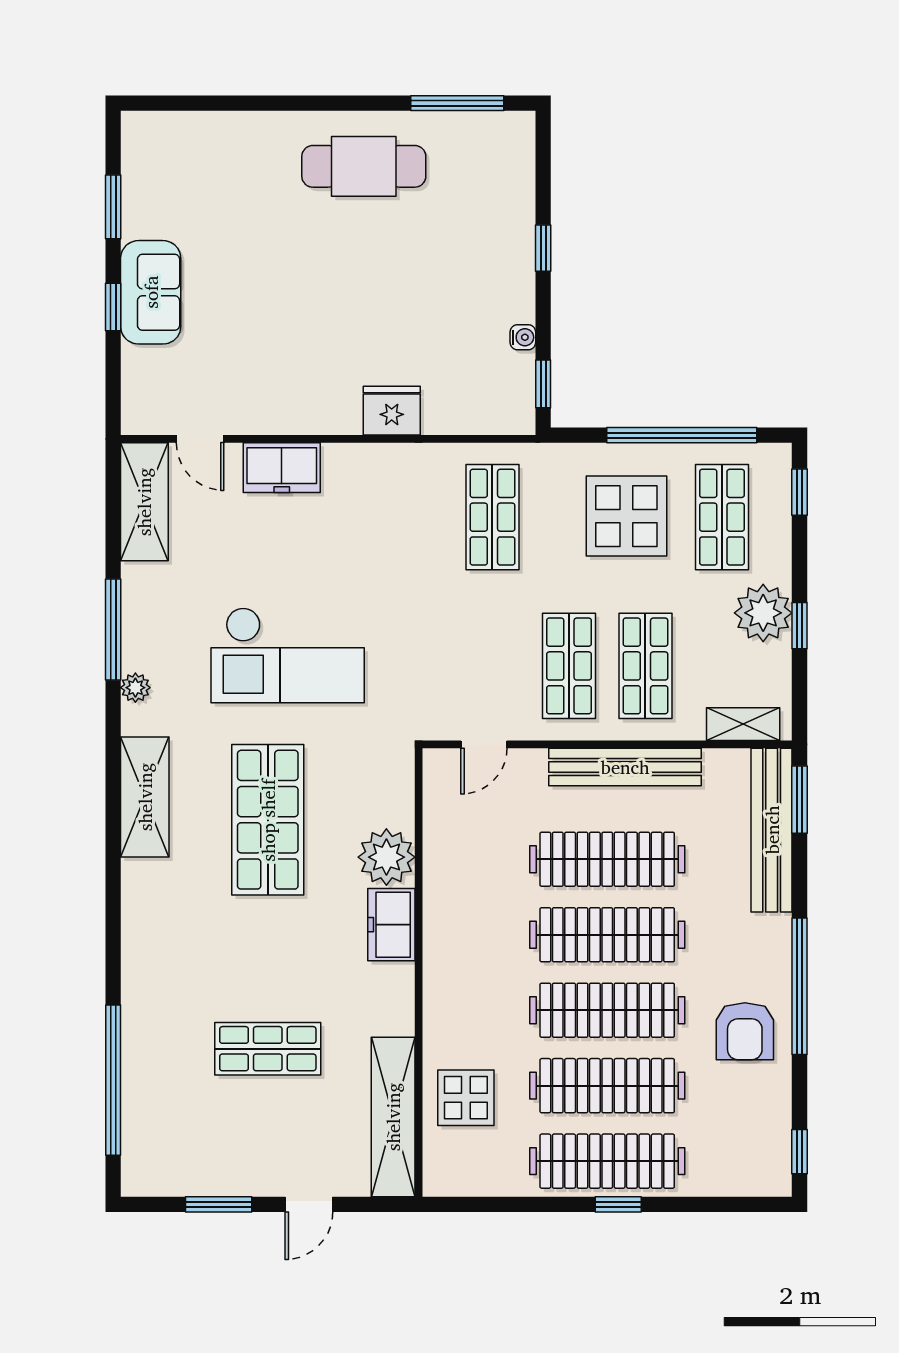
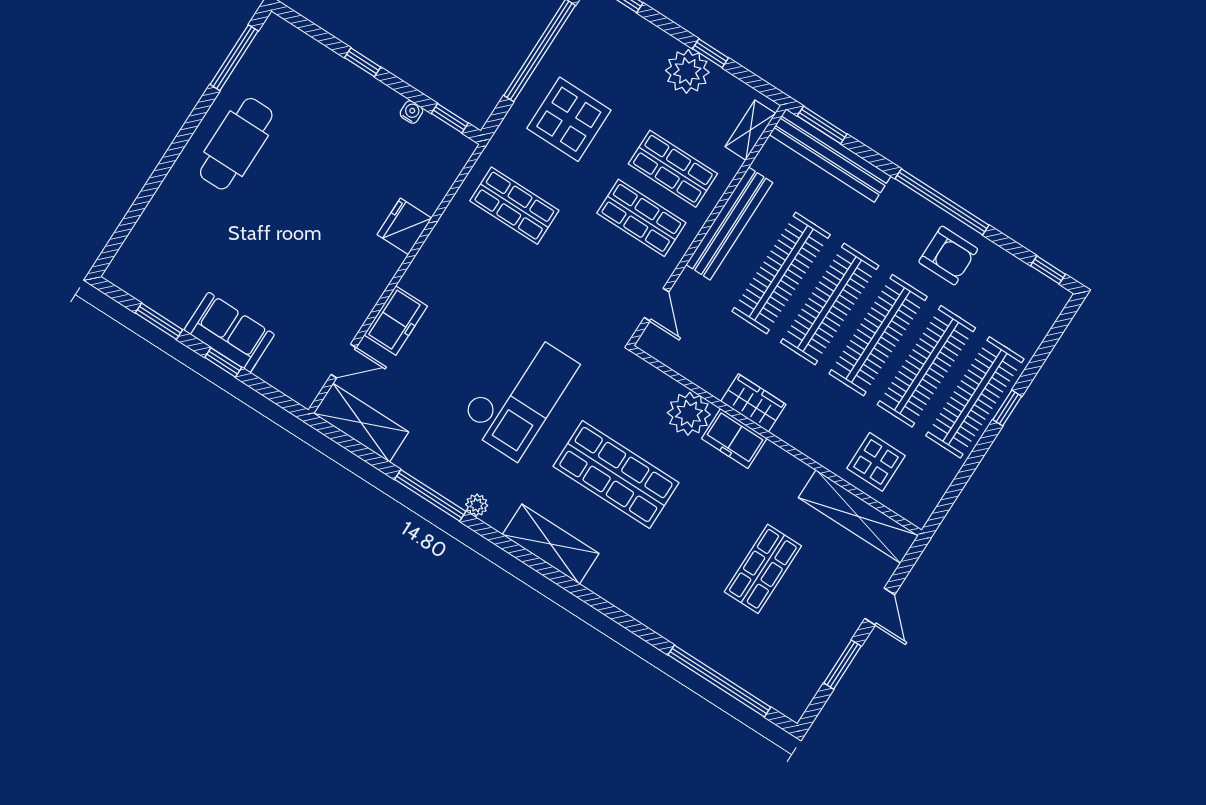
shop shelf: (722, 517) -> (609, 58), removed
wardrobe: (444, 921) -> (753, 403), added

